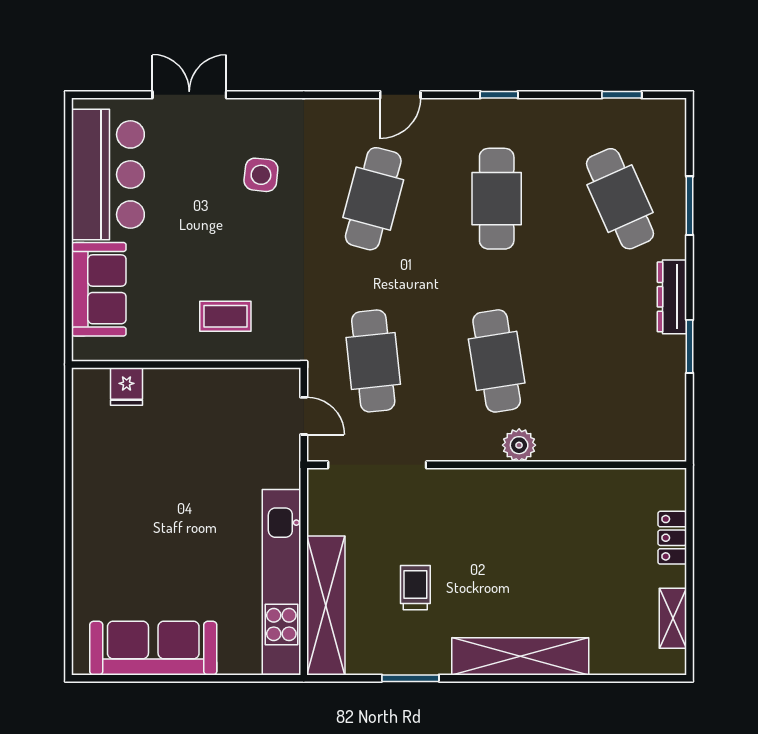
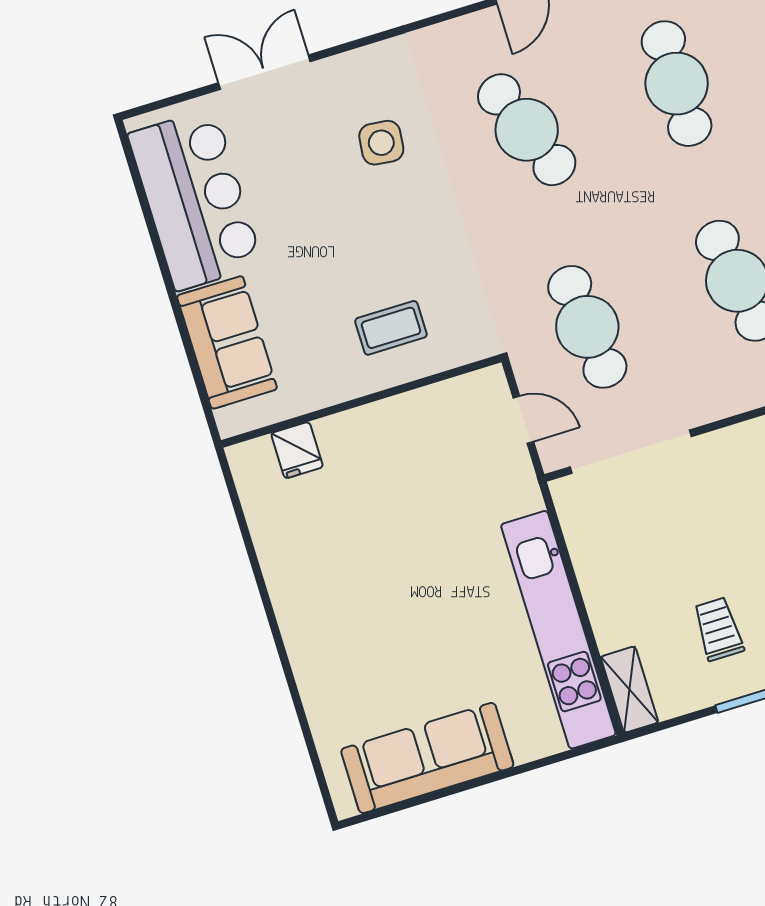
cafe table: (373, 199) -> (527, 130), turned -36
trolley: (415, 588) -> (718, 629), moved
shelving: (326, 605) -> (630, 690), width x0.45, depth x0.75

